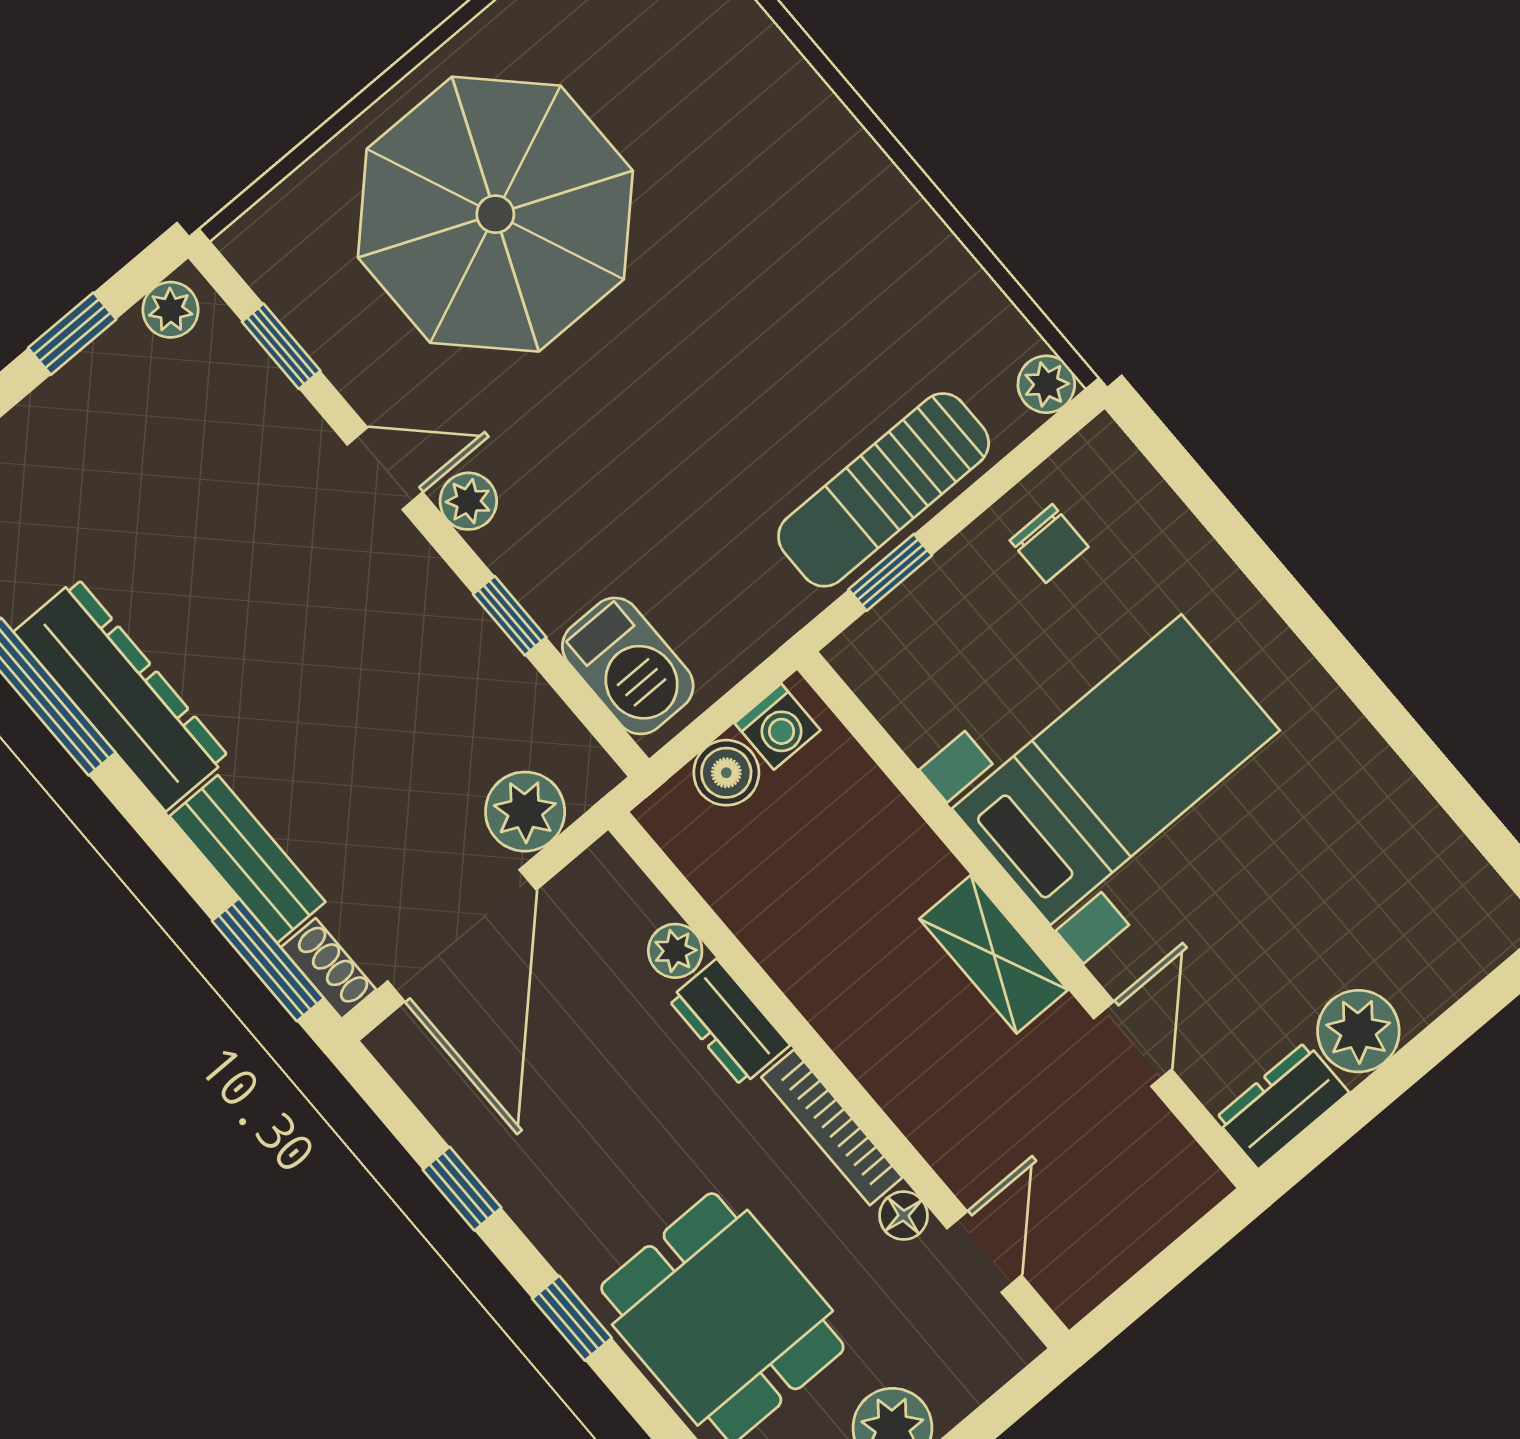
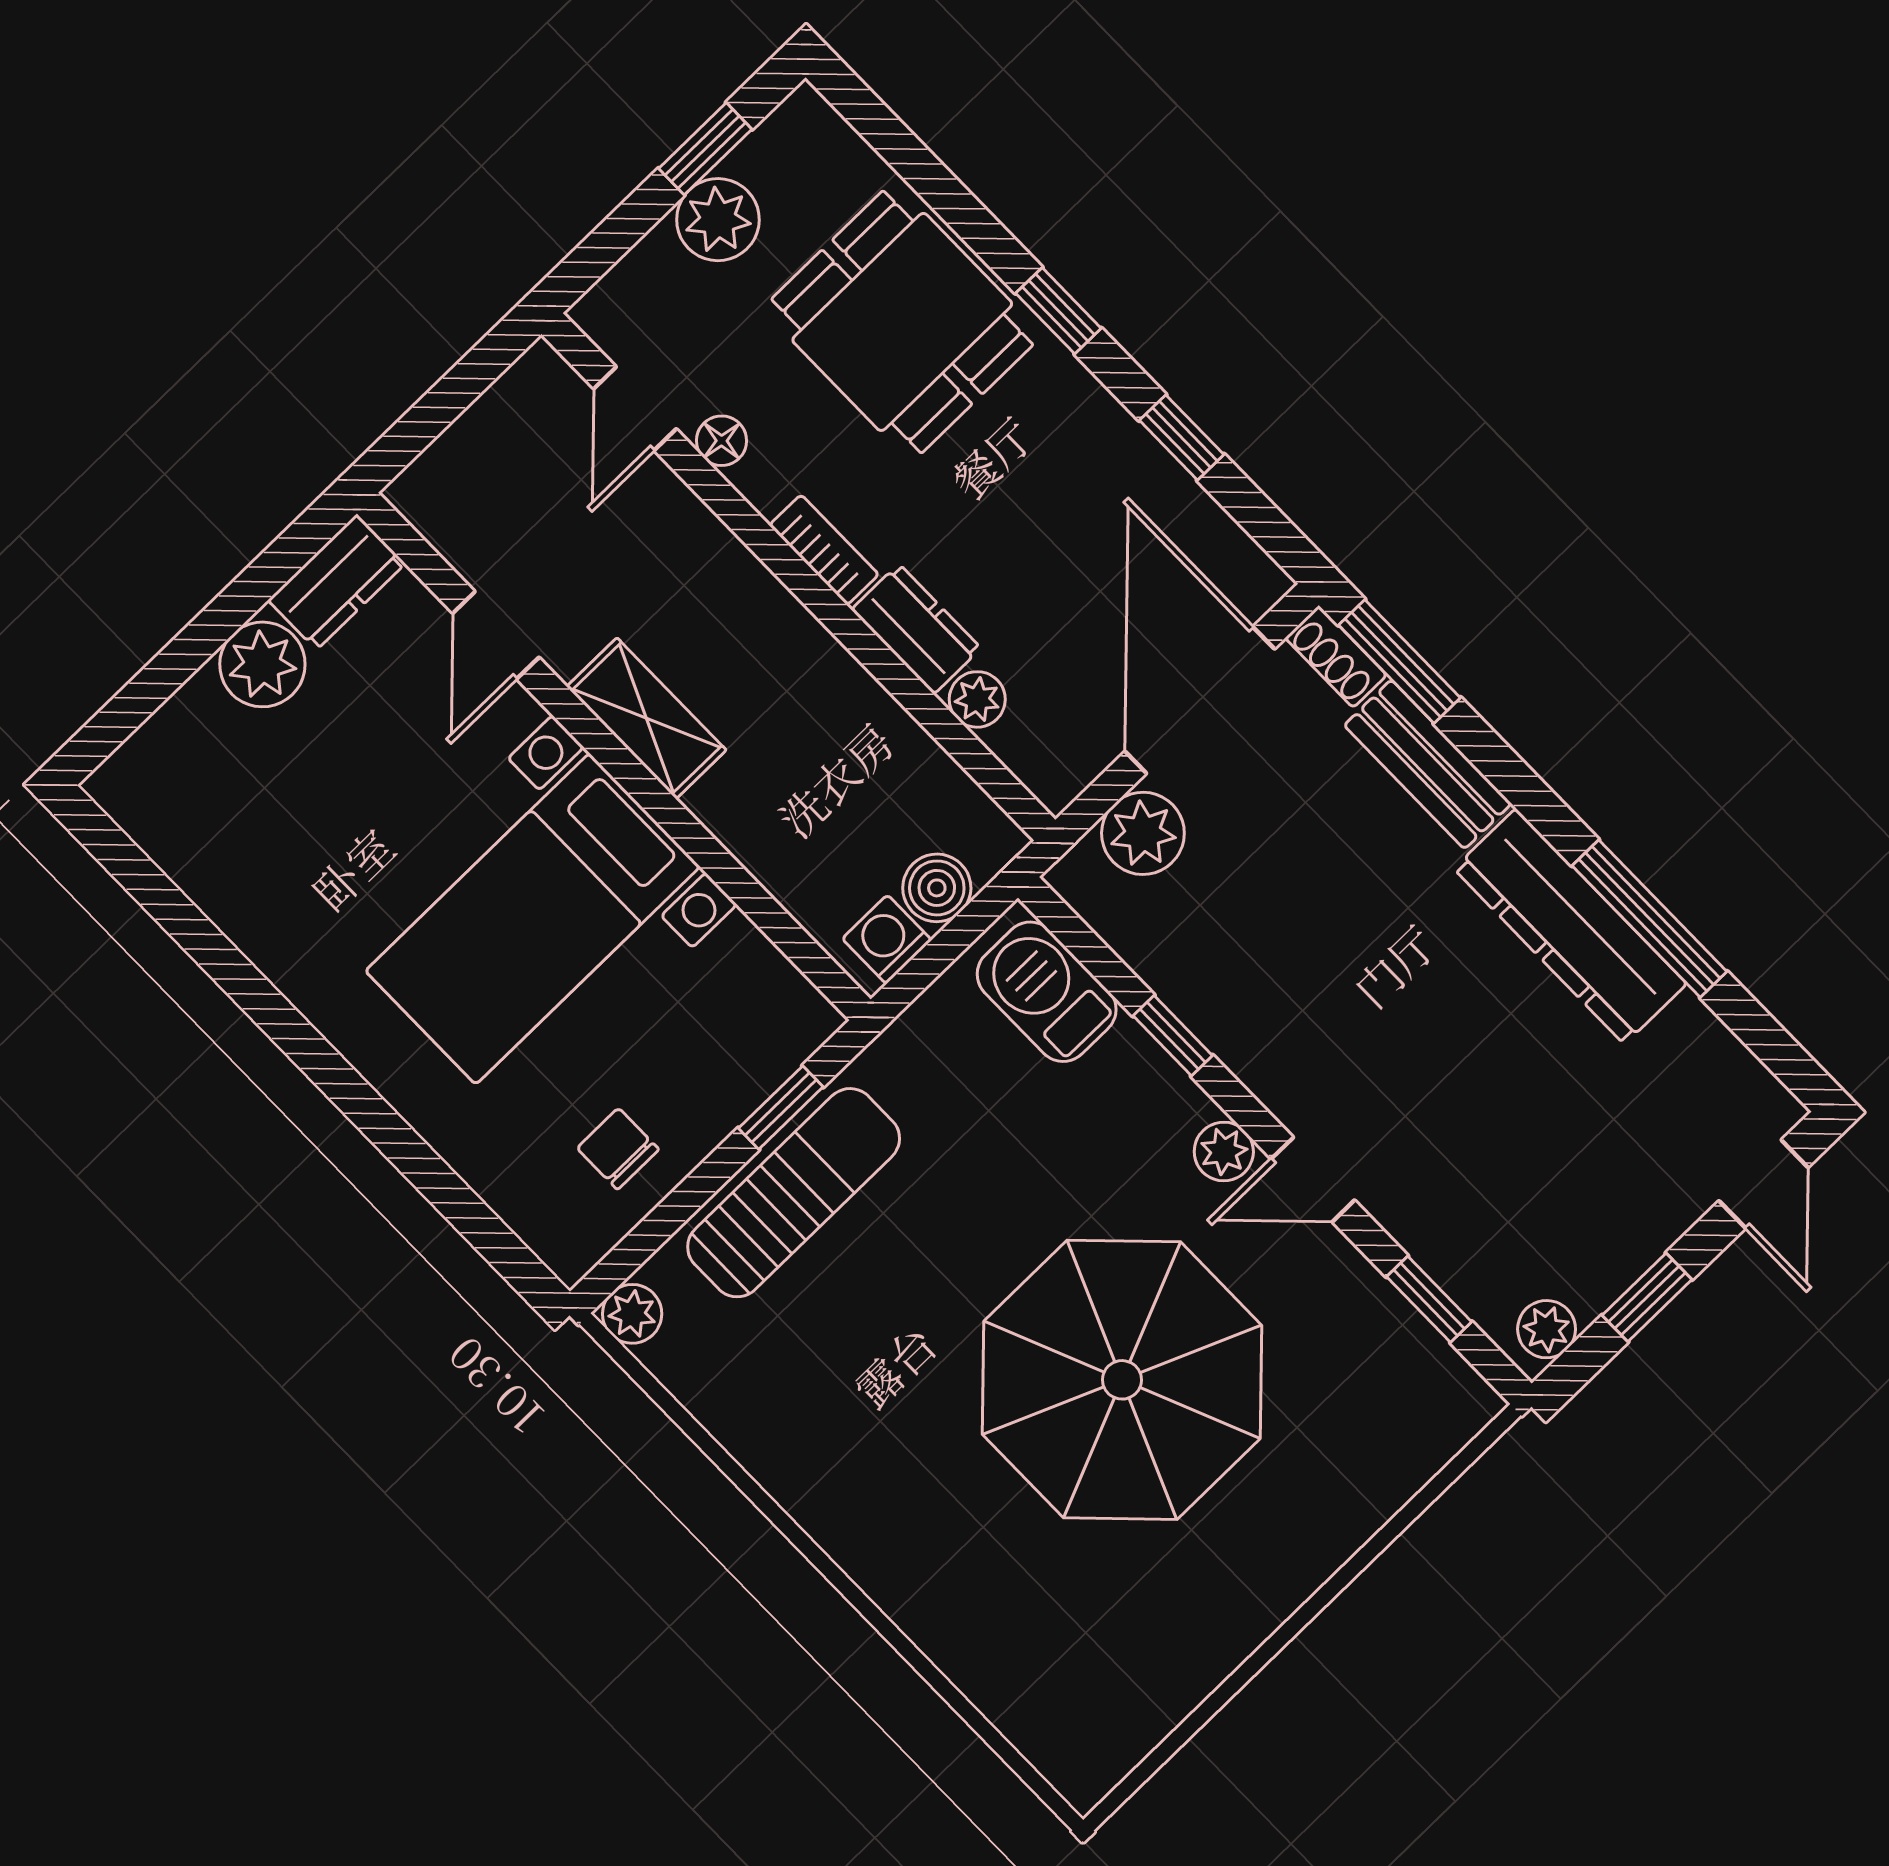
parasol: (495, 214) -> (1122, 1380), moved
bookcase: (832, 1127) -> (824, 550), width x0.64

